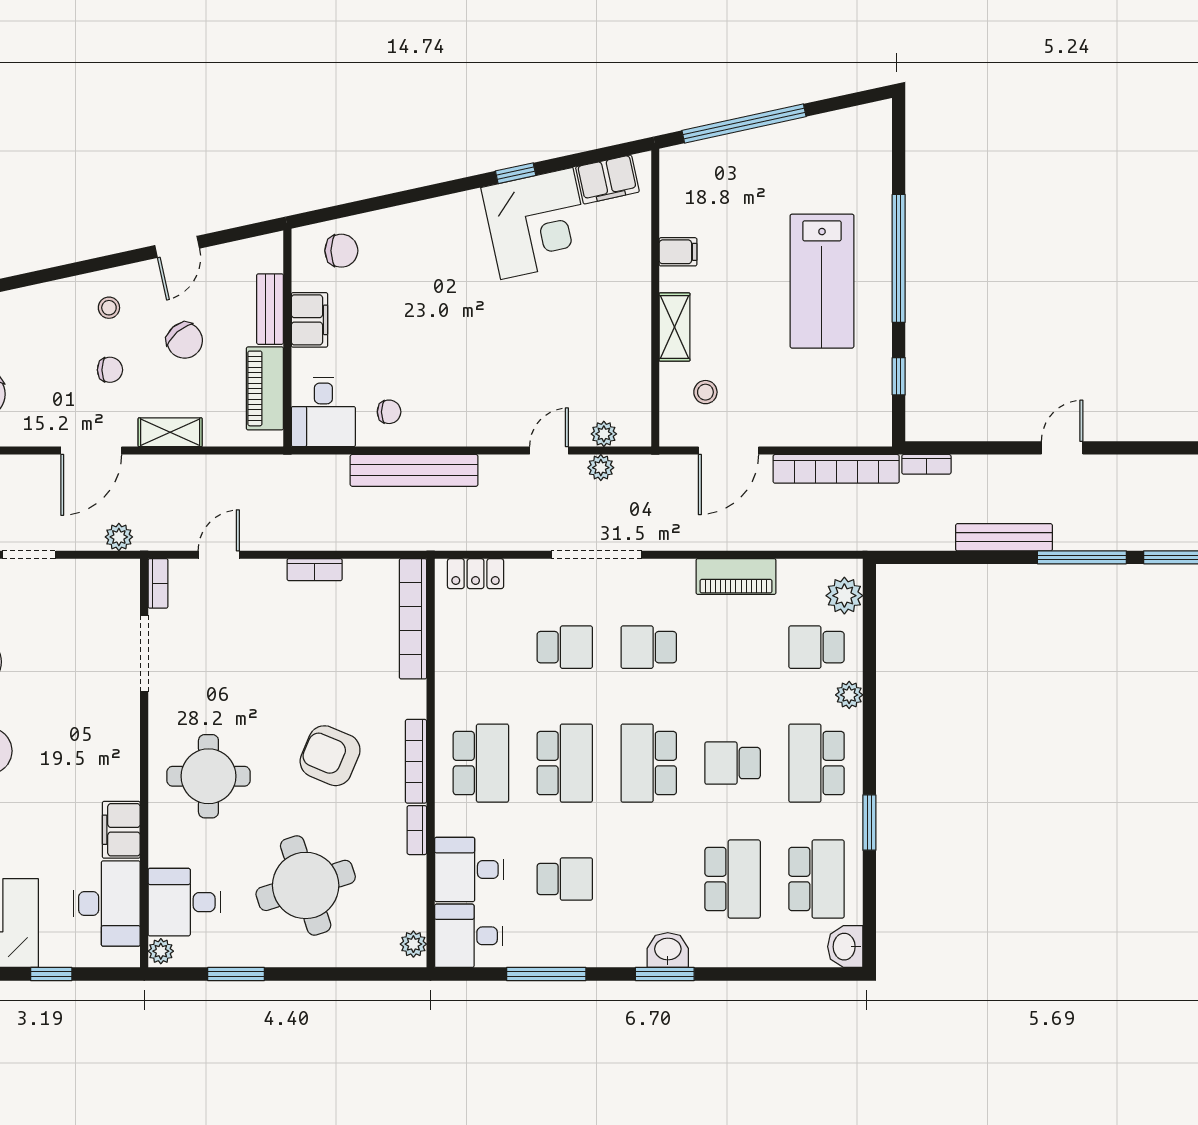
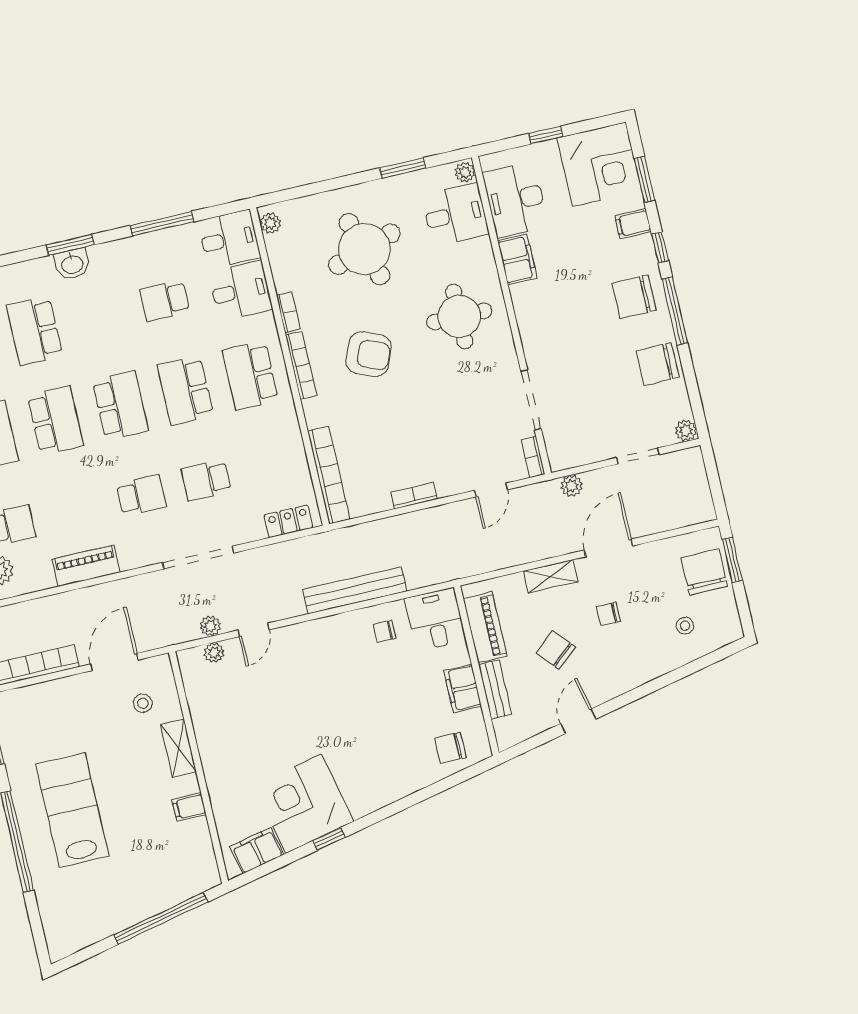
stool: (109, 308) -> (685, 626), moved
school desk: (733, 763) -> (55, 420), width x1.85

